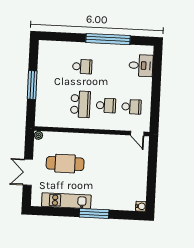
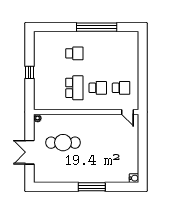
desk: (141, 65) -> (128, 50), removed
window: (32, 85) -> (29, 72), width x0.46
kitchen unit: (66, 201) -> (66, 176), removed

